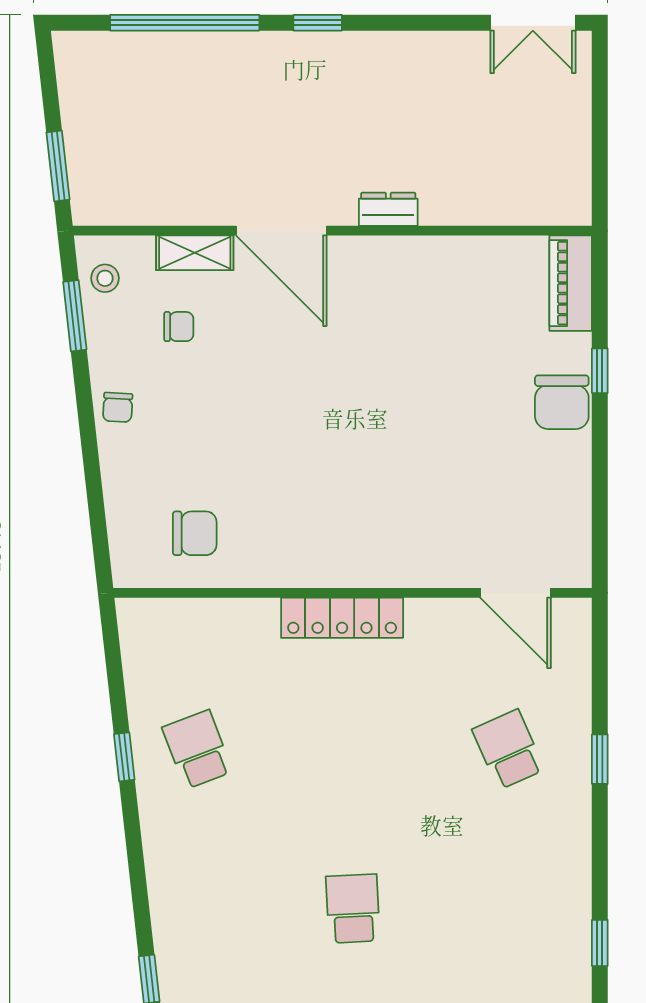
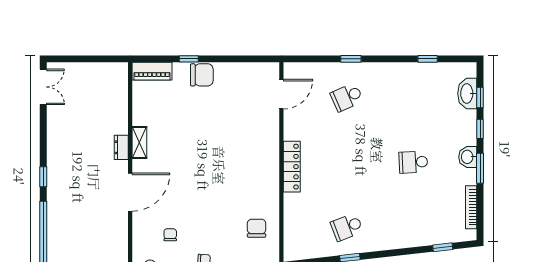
shelving: (195, 253) -> (139, 142), moved

